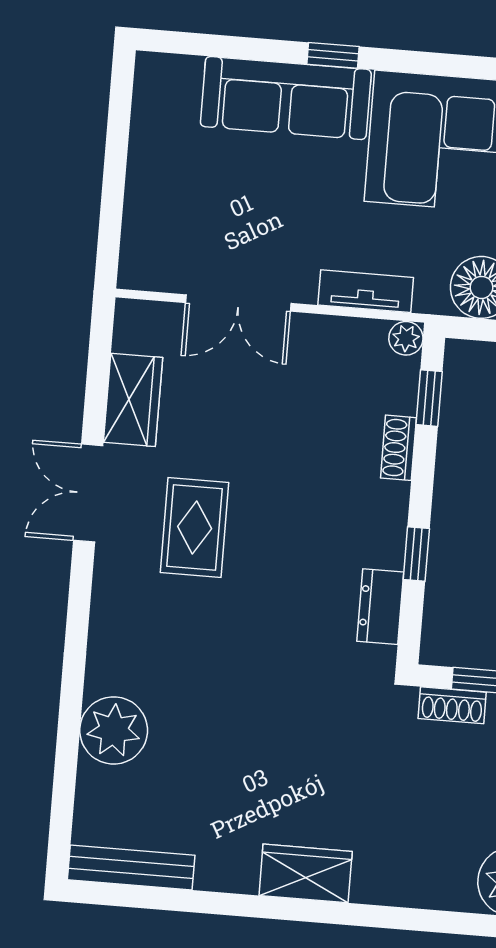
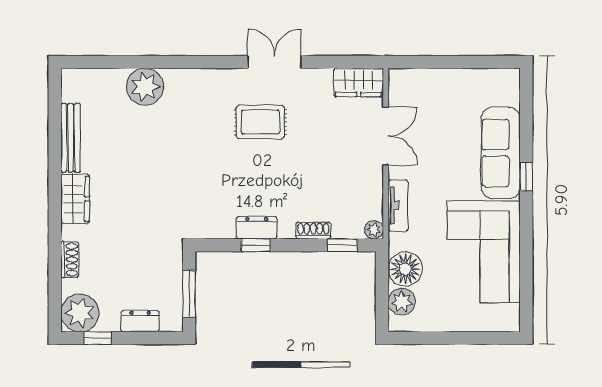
double door: (238, 303) -> (386, 136), swing flipped
wardrobe: (133, 400) -> (359, 82), moved
dresser: (380, 607) -> (257, 228), moved
shoe rack: (452, 705) -> (70, 260), moved, turned 180
bench: (131, 867) -> (71, 138), moved

